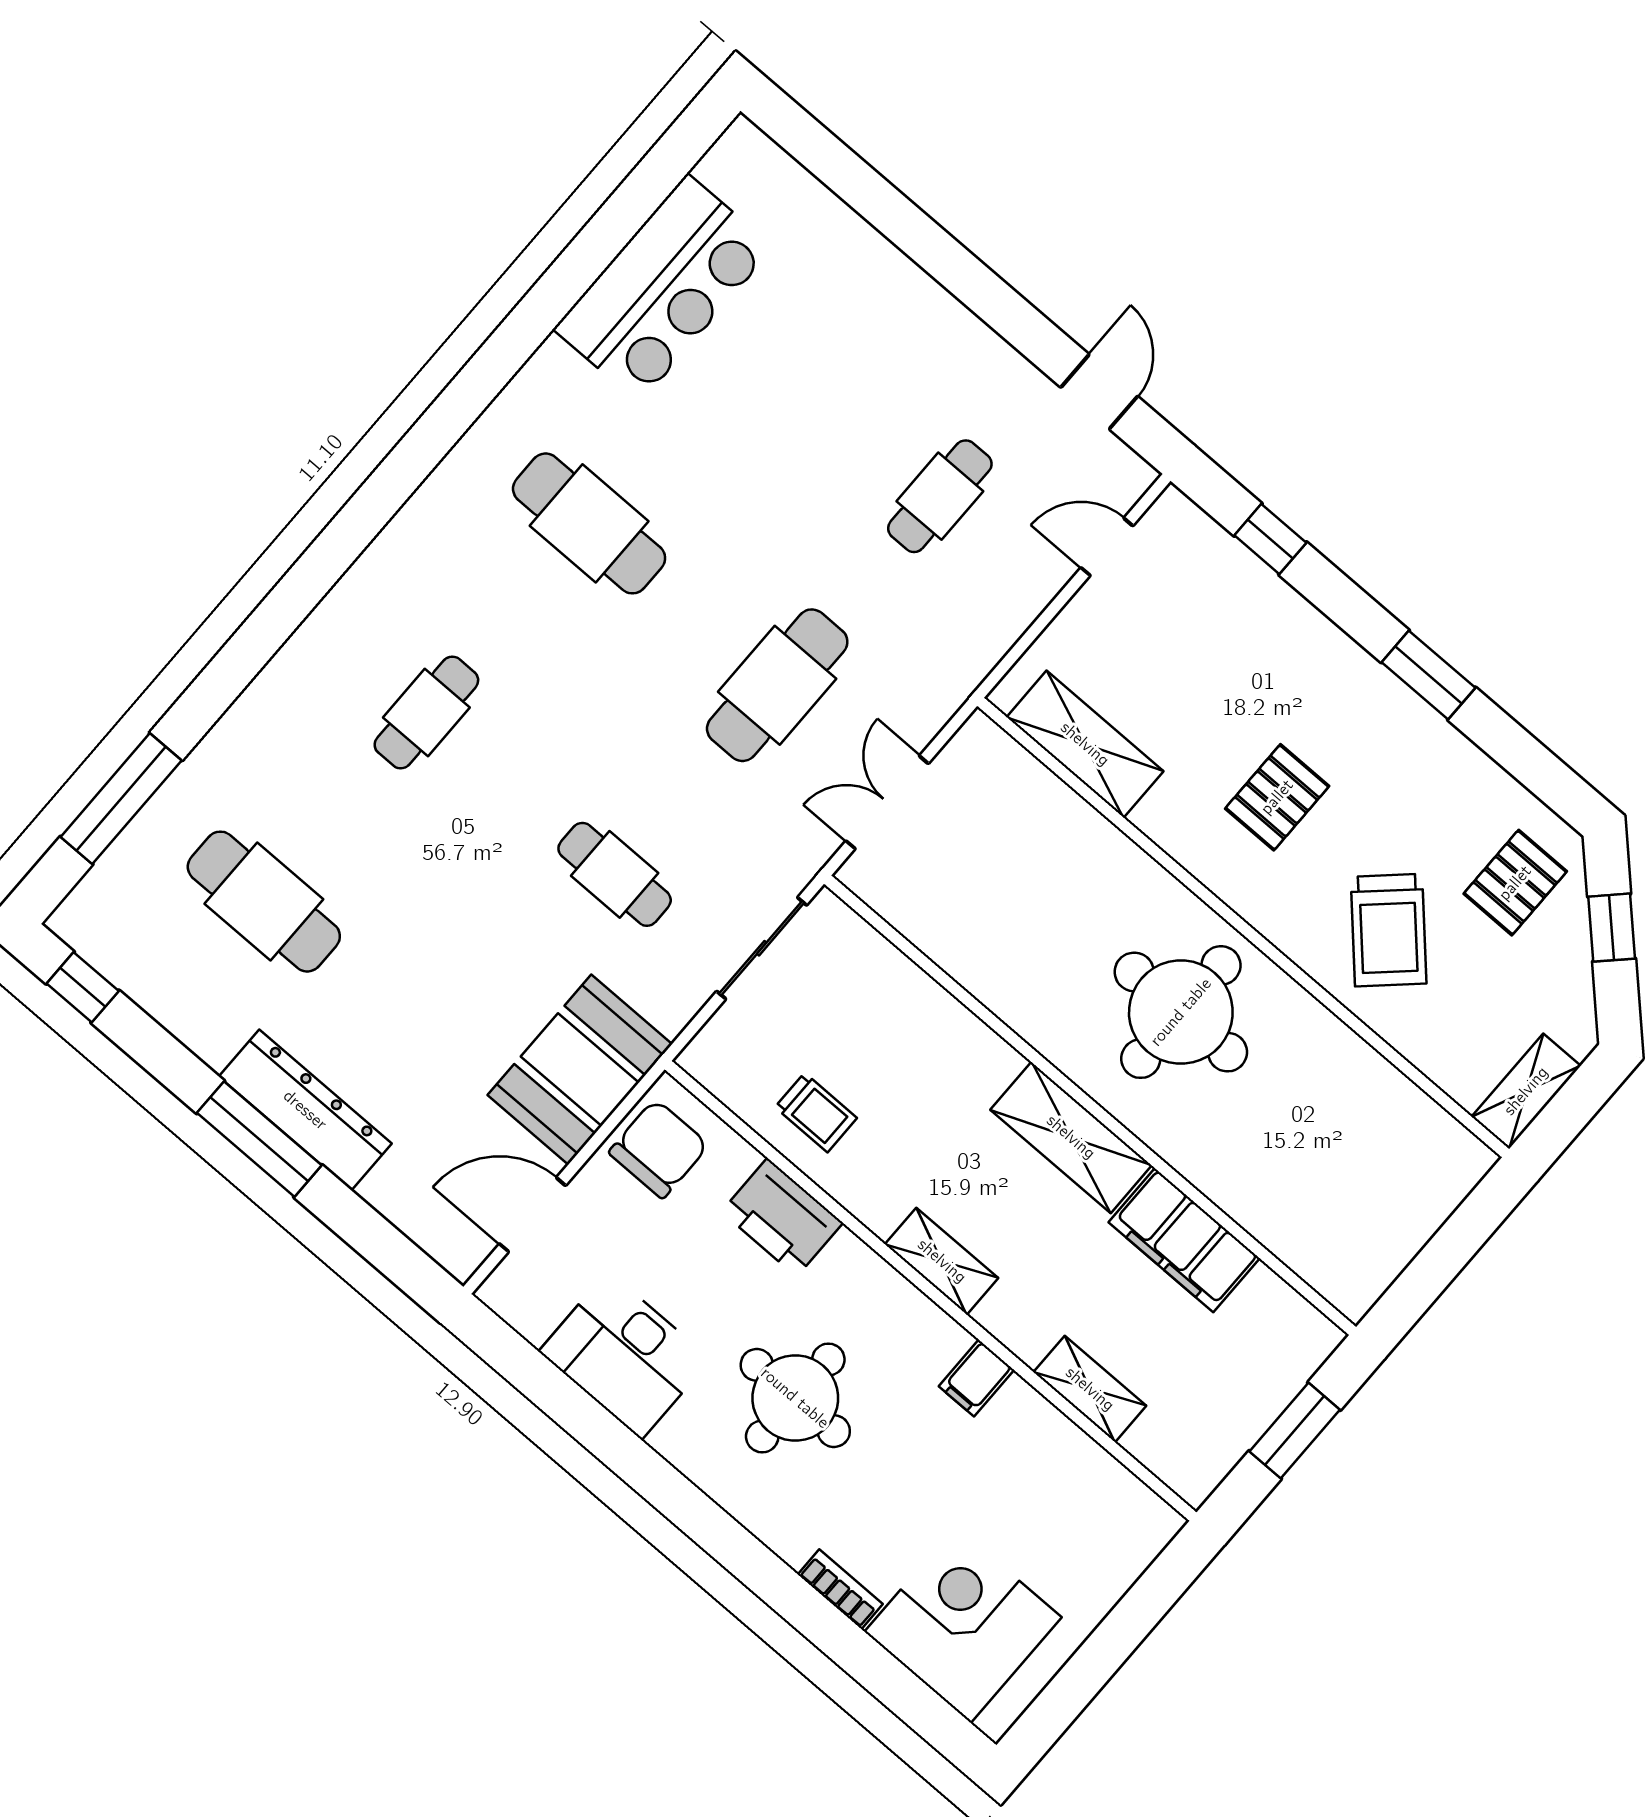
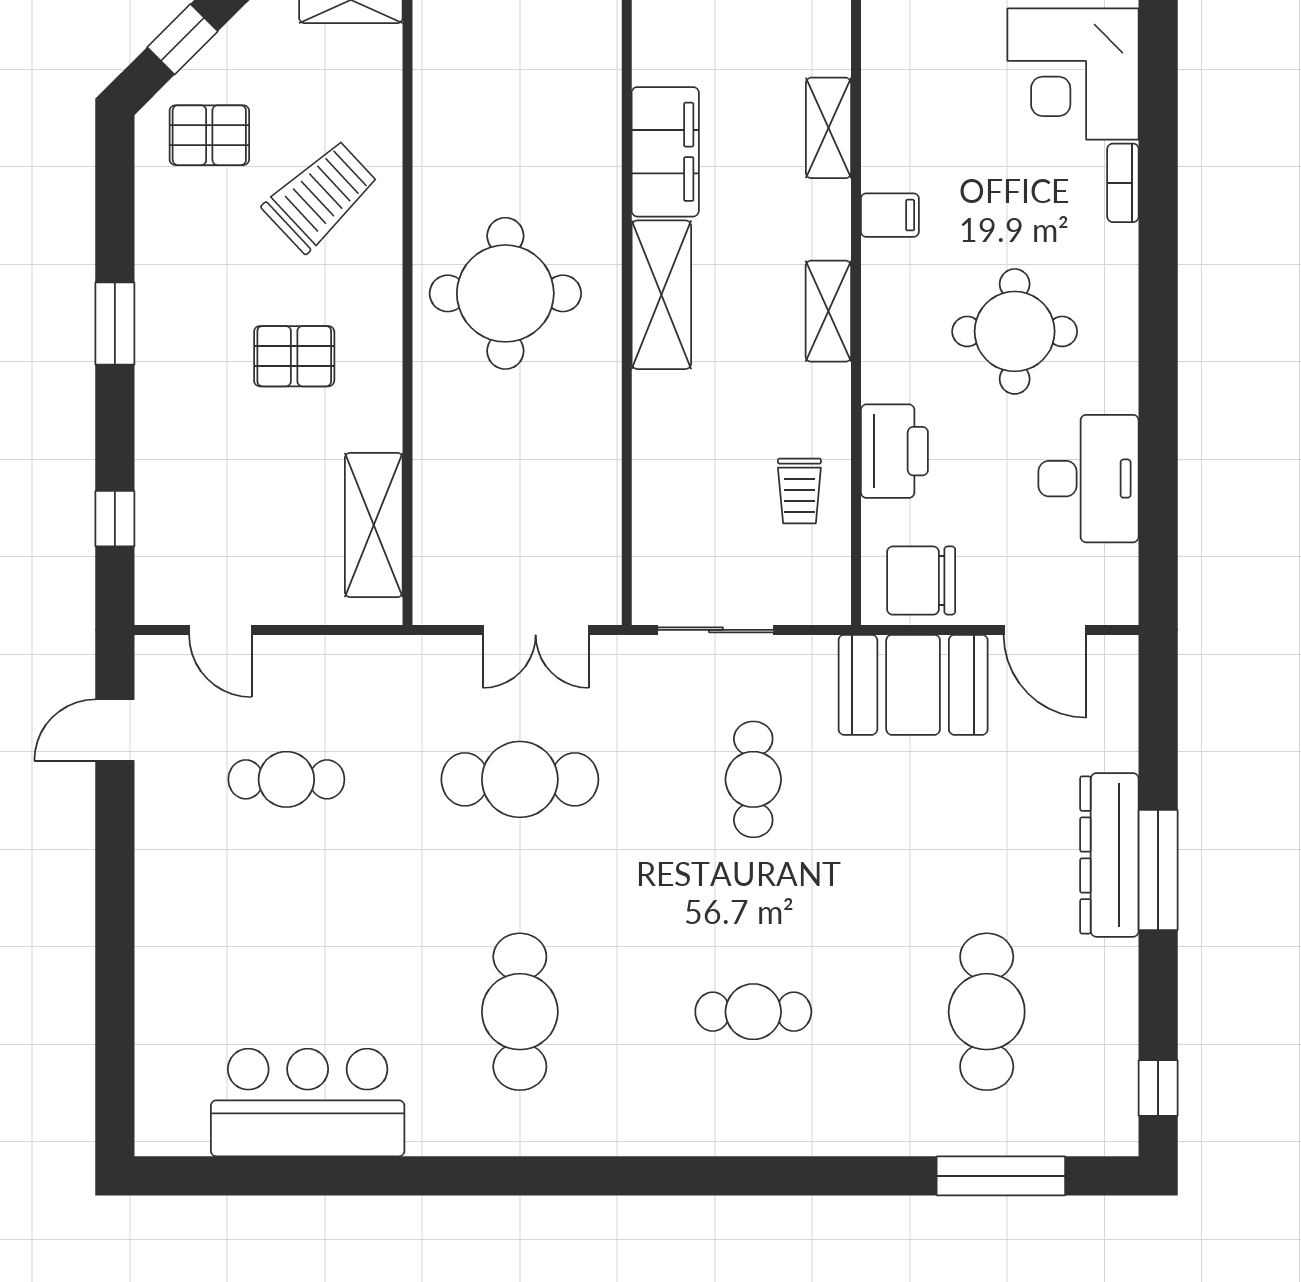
trolley: (816, 1113) -> (799, 491), turned 180

